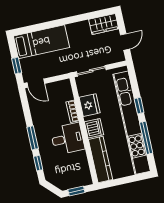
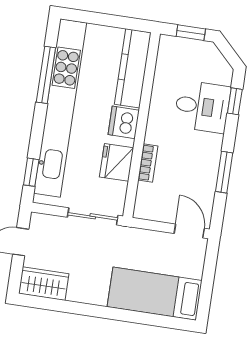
window: (17, 66) -> (209, 271), removed
window: (139, 106) -> (31, 172), moved
window: (33, 138) -> (224, 172), moved
desk: (68, 139) -> (202, 107), moved, turned 180

